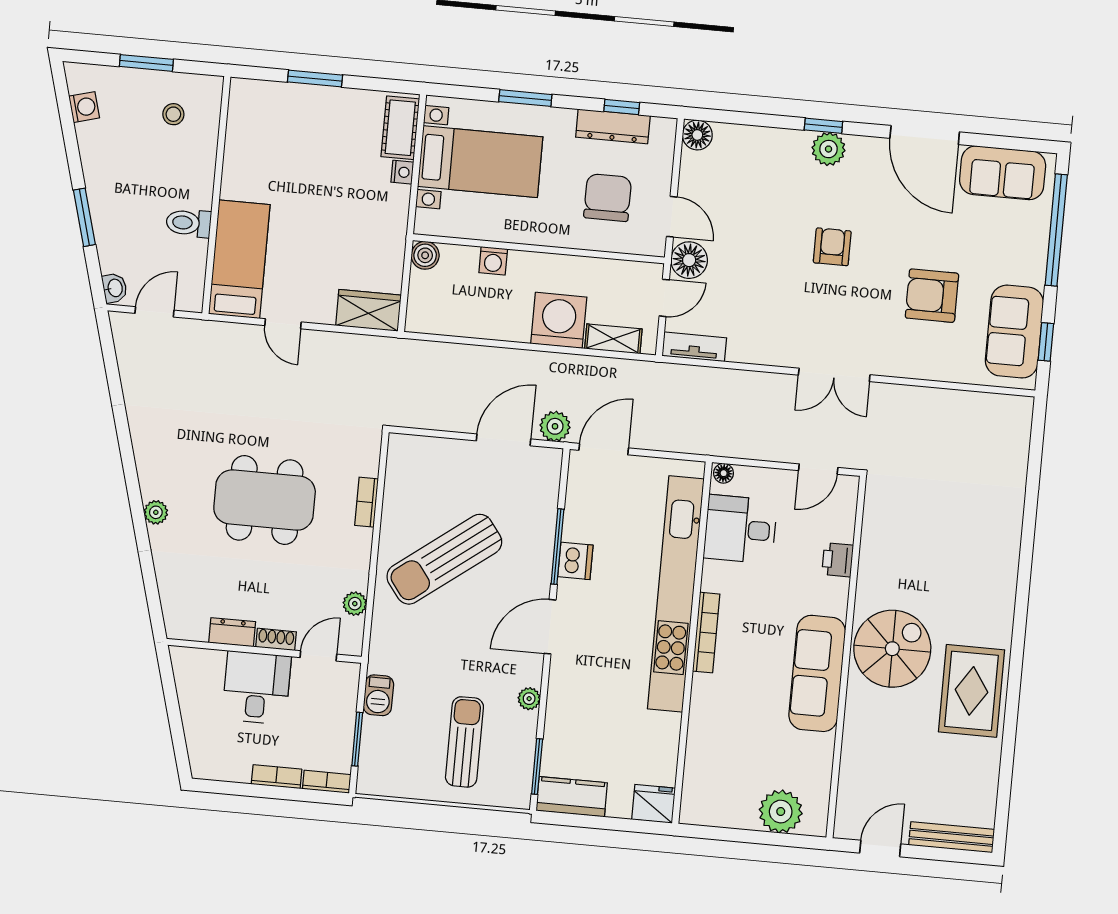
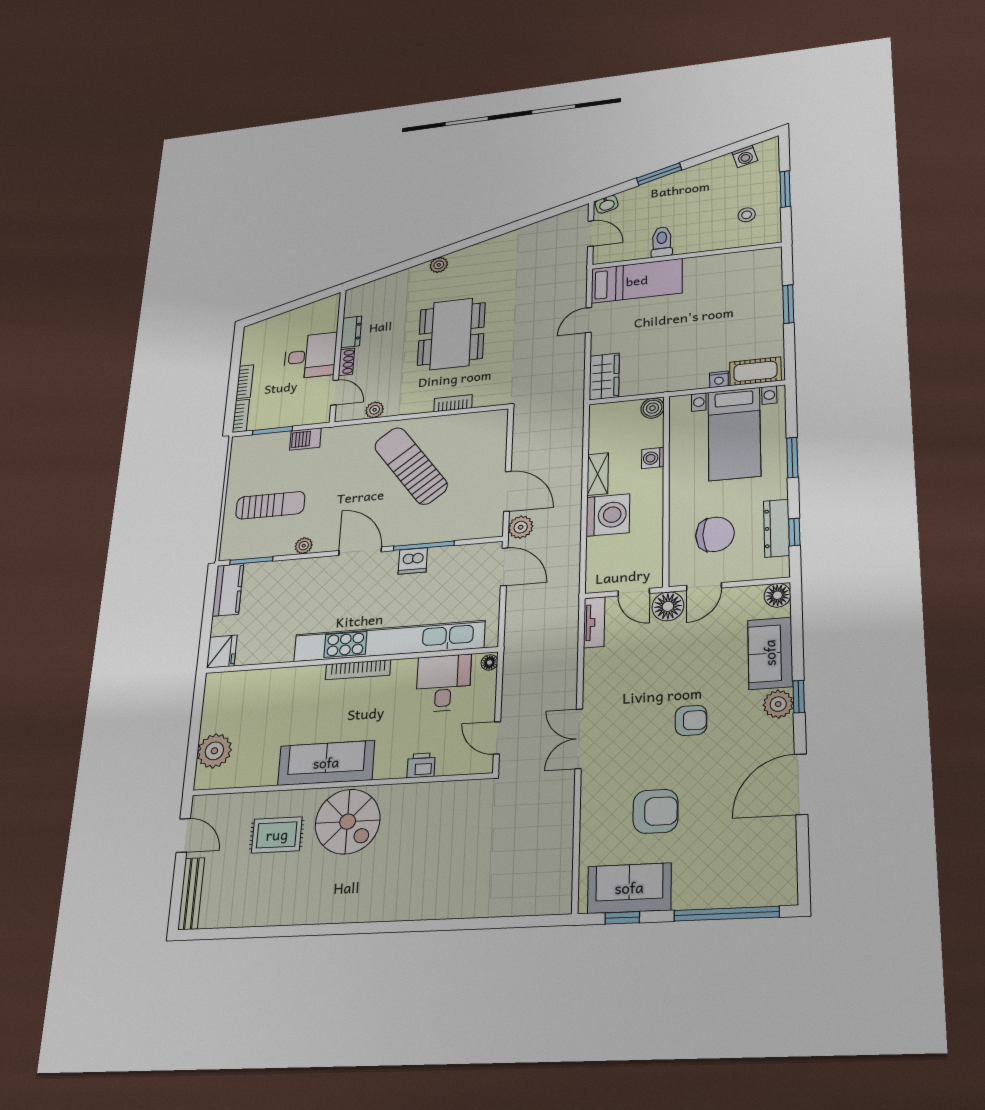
sofa: (1003, 173) -> (770, 653), moved
armchair: (932, 296) -> (656, 811), turned 90
shelving: (613, 339) -> (598, 474), moved
rug: (971, 691) -> (277, 835), moved, width x0.73, depth x0.70

